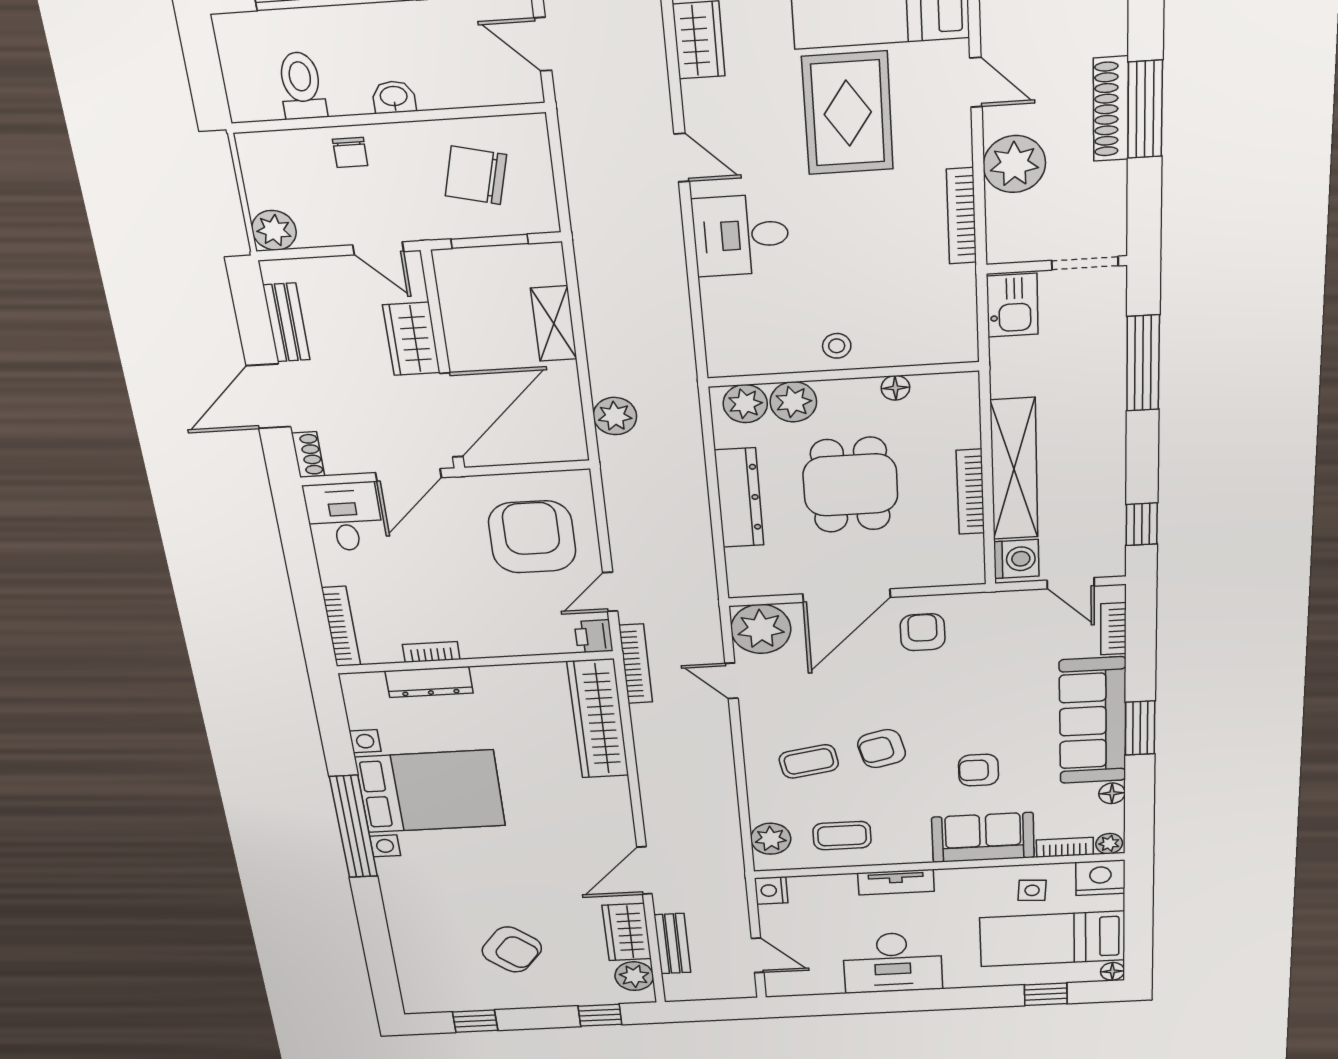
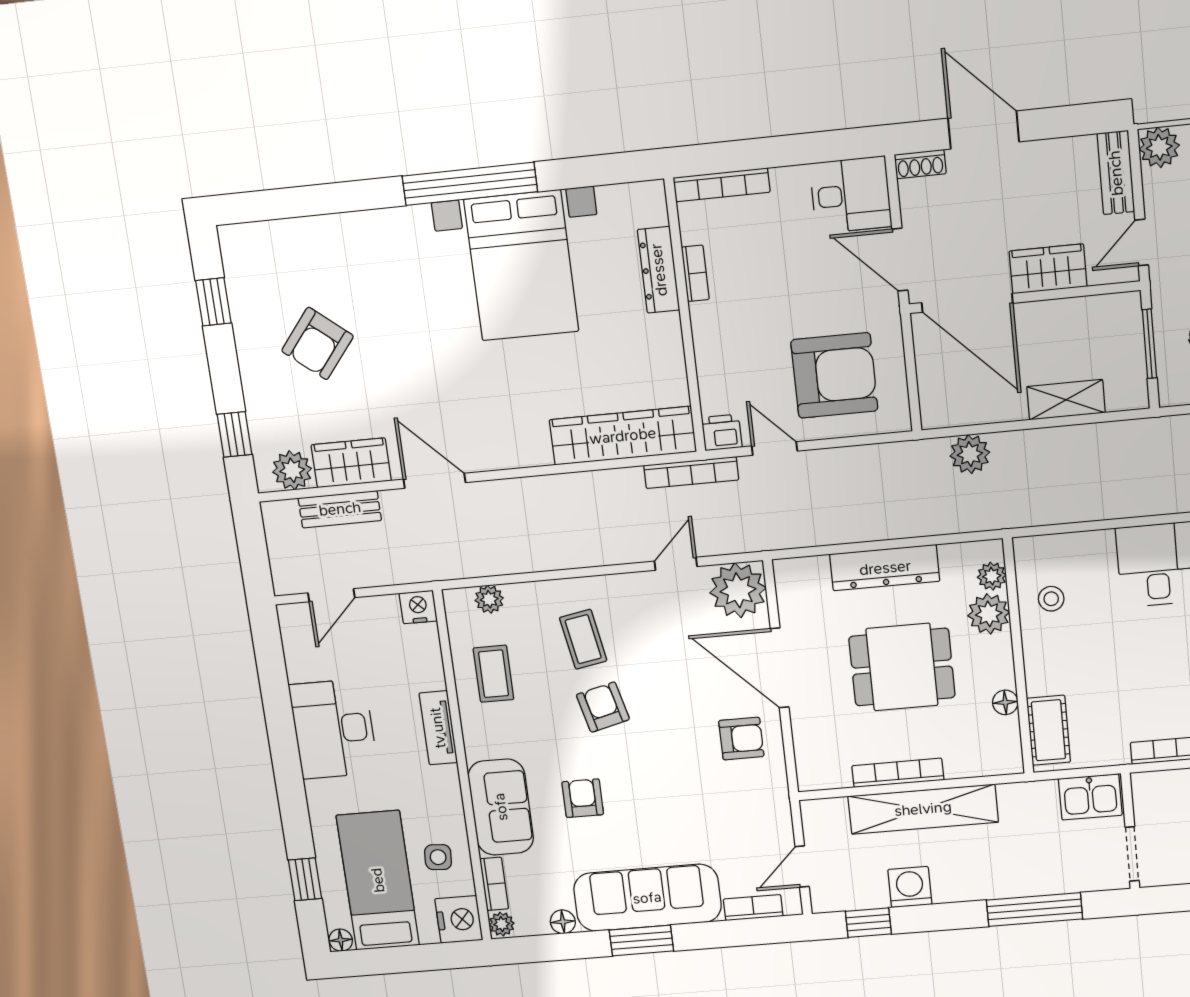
bench: (286, 322) -> (1116, 173), moved, turned 90
stool: (837, 346) -> (1051, 599), moved
cot: (930, 346) -> (1049, 730), added
plant: (745, 404) -> (992, 576), width x0.73, depth x0.73
washing machine: (1016, 559) -> (910, 887), moved, turned 180
plant: (771, 839) -> (489, 599), width x0.73, depth x0.73

